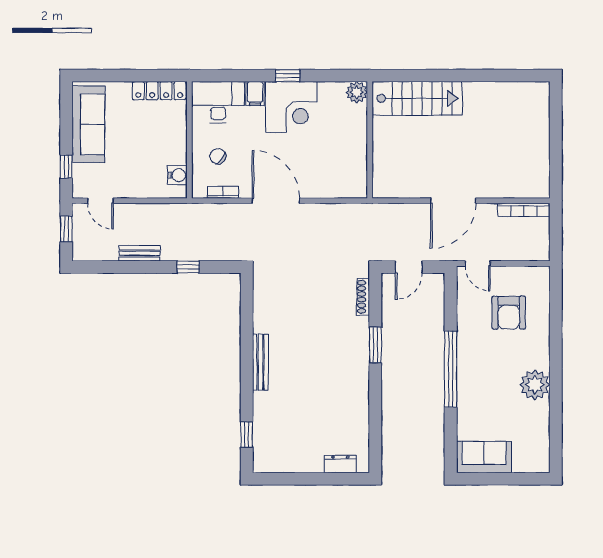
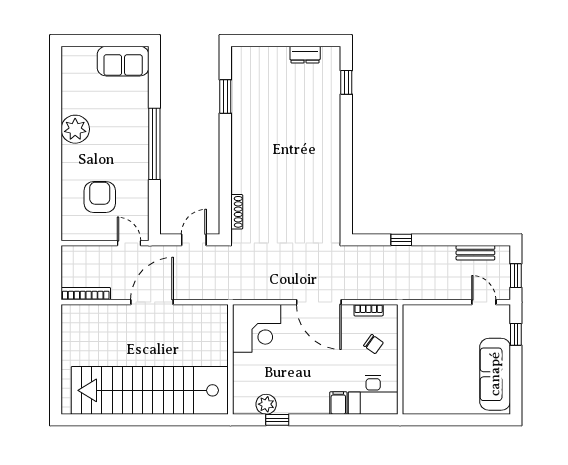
window: (288, 76) -> (277, 420), moved
locker: (159, 91) -> (429, 406), removed
plant: (357, 92) -> (266, 404), moved
stairs: (417, 98) -> (150, 390), width x1.86, depth x1.51
corner desk: (291, 107) -> (257, 328), moved, turned 180
water cooler: (177, 175) -> (411, 326), removed
bench: (139, 253) -> (475, 253), moved
window: (375, 345) -> (225, 96), moved
bench: (260, 362) -> (333, 150), removed
dresser: (340, 464) -> (305, 55), moved

